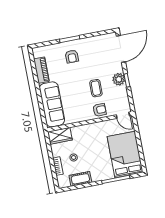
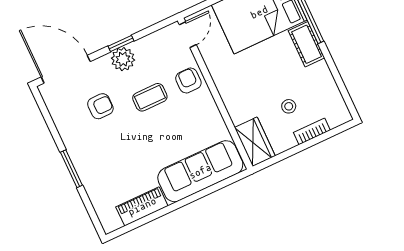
armchair: (72, 56) -> (100, 106), moved
cot: (80, 179) -> (306, 44), moved

